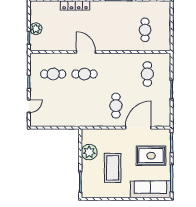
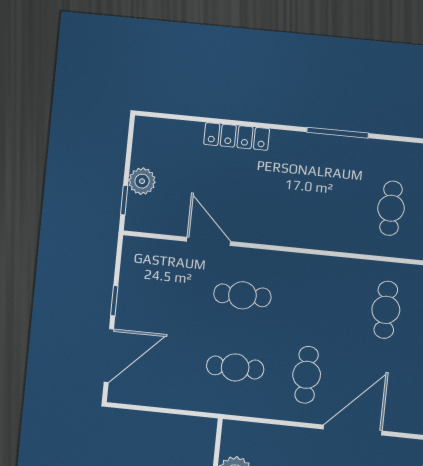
door: (86, 52) -> (209, 241), moved
cafe table: (53, 74) -> (235, 367), moved
door: (29, 106) -> (109, 356), width x1.88

